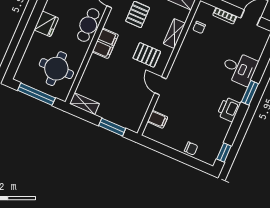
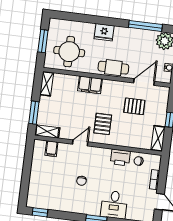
shelving: (174, 33) -> (47, 132), moved
filing cabinet: (105, 43) -> (90, 85), moved
window: (36, 94) -> (43, 41), width x0.69
printer: (229, 109) -> (120, 157), moved, turned 180
chair: (191, 148) -> (82, 181), moved

